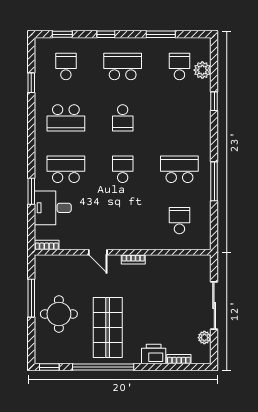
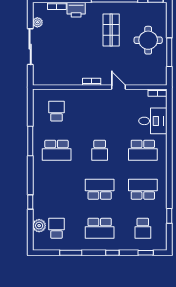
school desk: (179, 67) -> (57, 228), turned 180
school desk: (123, 118) -> (100, 189), width x1.85
window: (31, 191) -> (169, 133), removed
school desk: (179, 221) -> (57, 111), turned 180
shop shelf: (108, 327) -> (111, 30), width x0.70, depth x0.74

